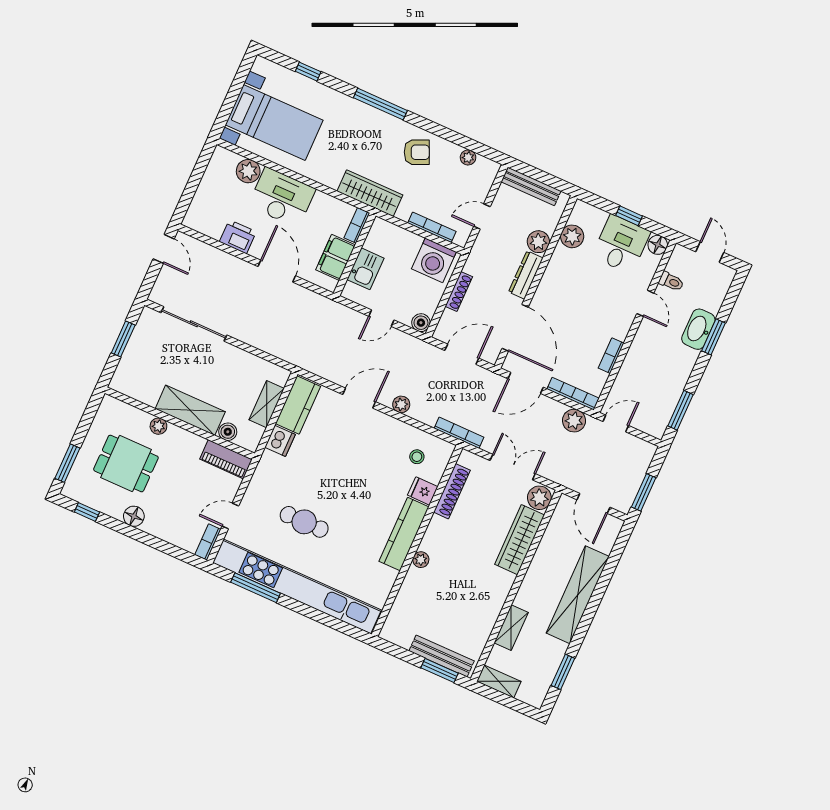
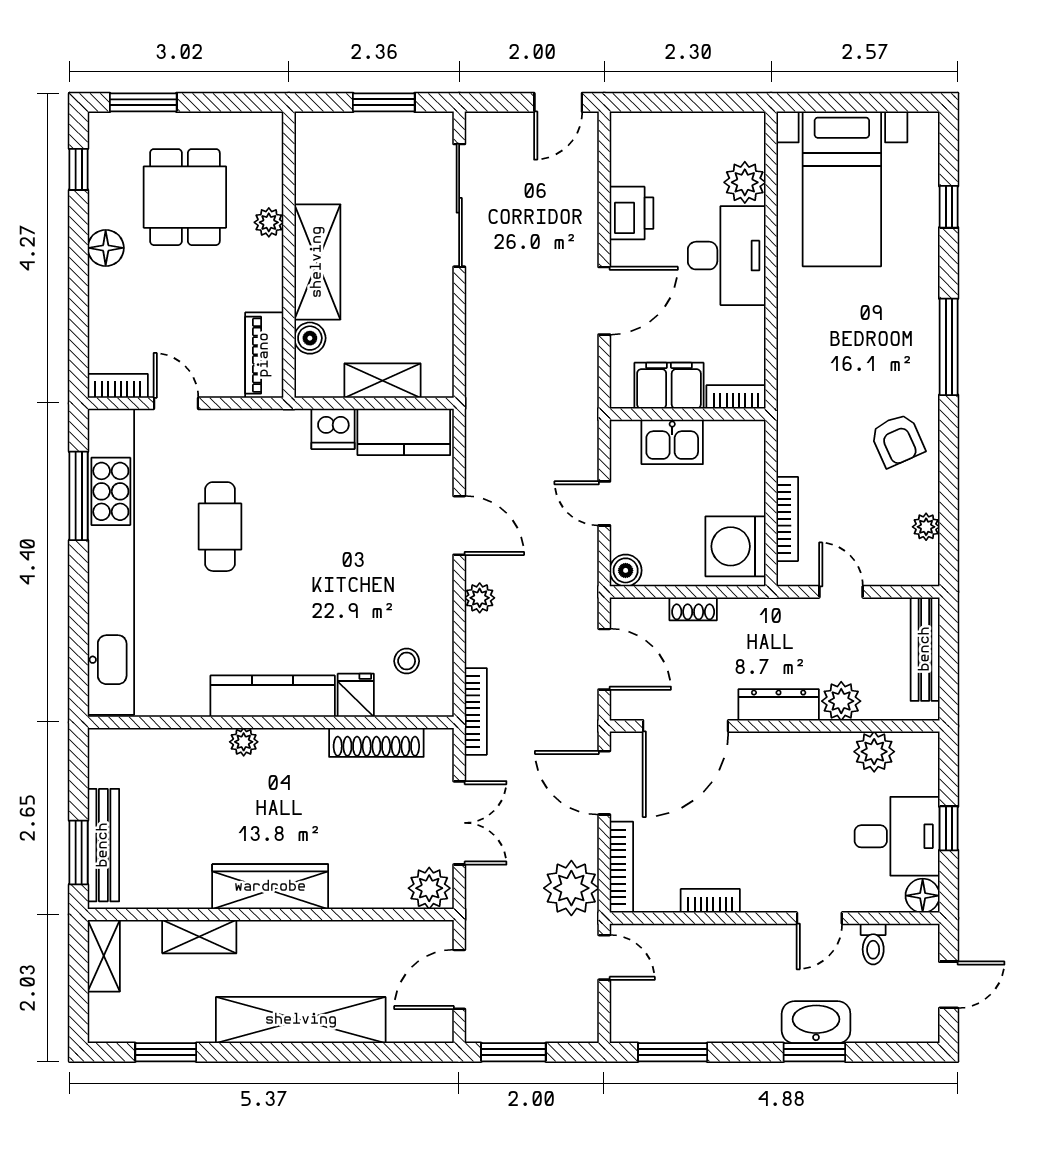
wardrobe: (370, 193) -> (797, 394), removed
shoe rack: (459, 291) -> (693, 609), width x0.70
plant: (574, 421) -> (571, 888), width x1.36, depth x1.36
wardrobe: (520, 540) -> (270, 887), moved

